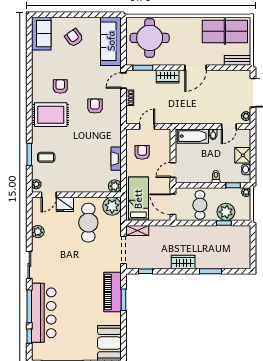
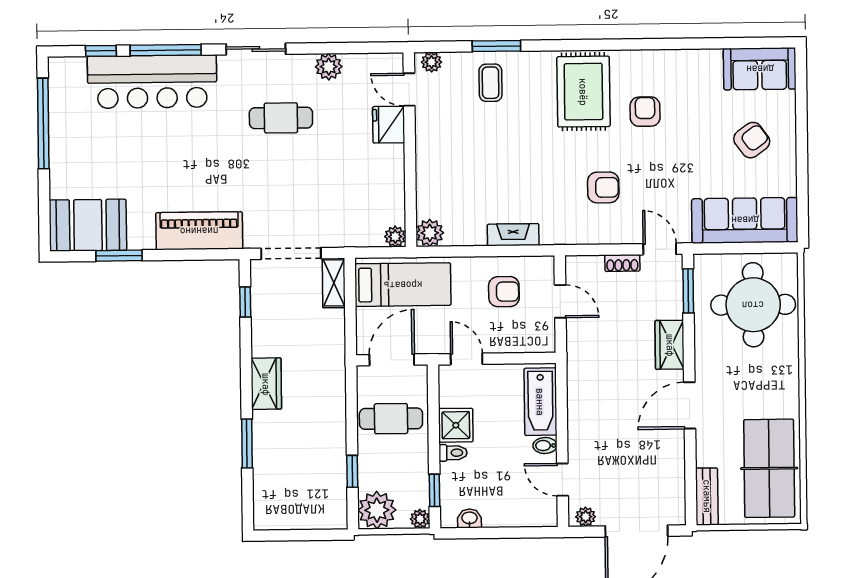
door: (196, 68) -> (690, 405), hinge flipped
armchair: (60, 86) -> (645, 112), turned -90
shower: (243, 155) -> (456, 425), moved
fireplace: (116, 159) -> (513, 235), moved
plant: (112, 206) -> (395, 237), width x0.53, depth x0.53
plant: (226, 212) -> (377, 510), moved
cafe table: (88, 223) -> (281, 118), moved, width x0.73, depth x0.74
window: (123, 300) -> (119, 256), moved

